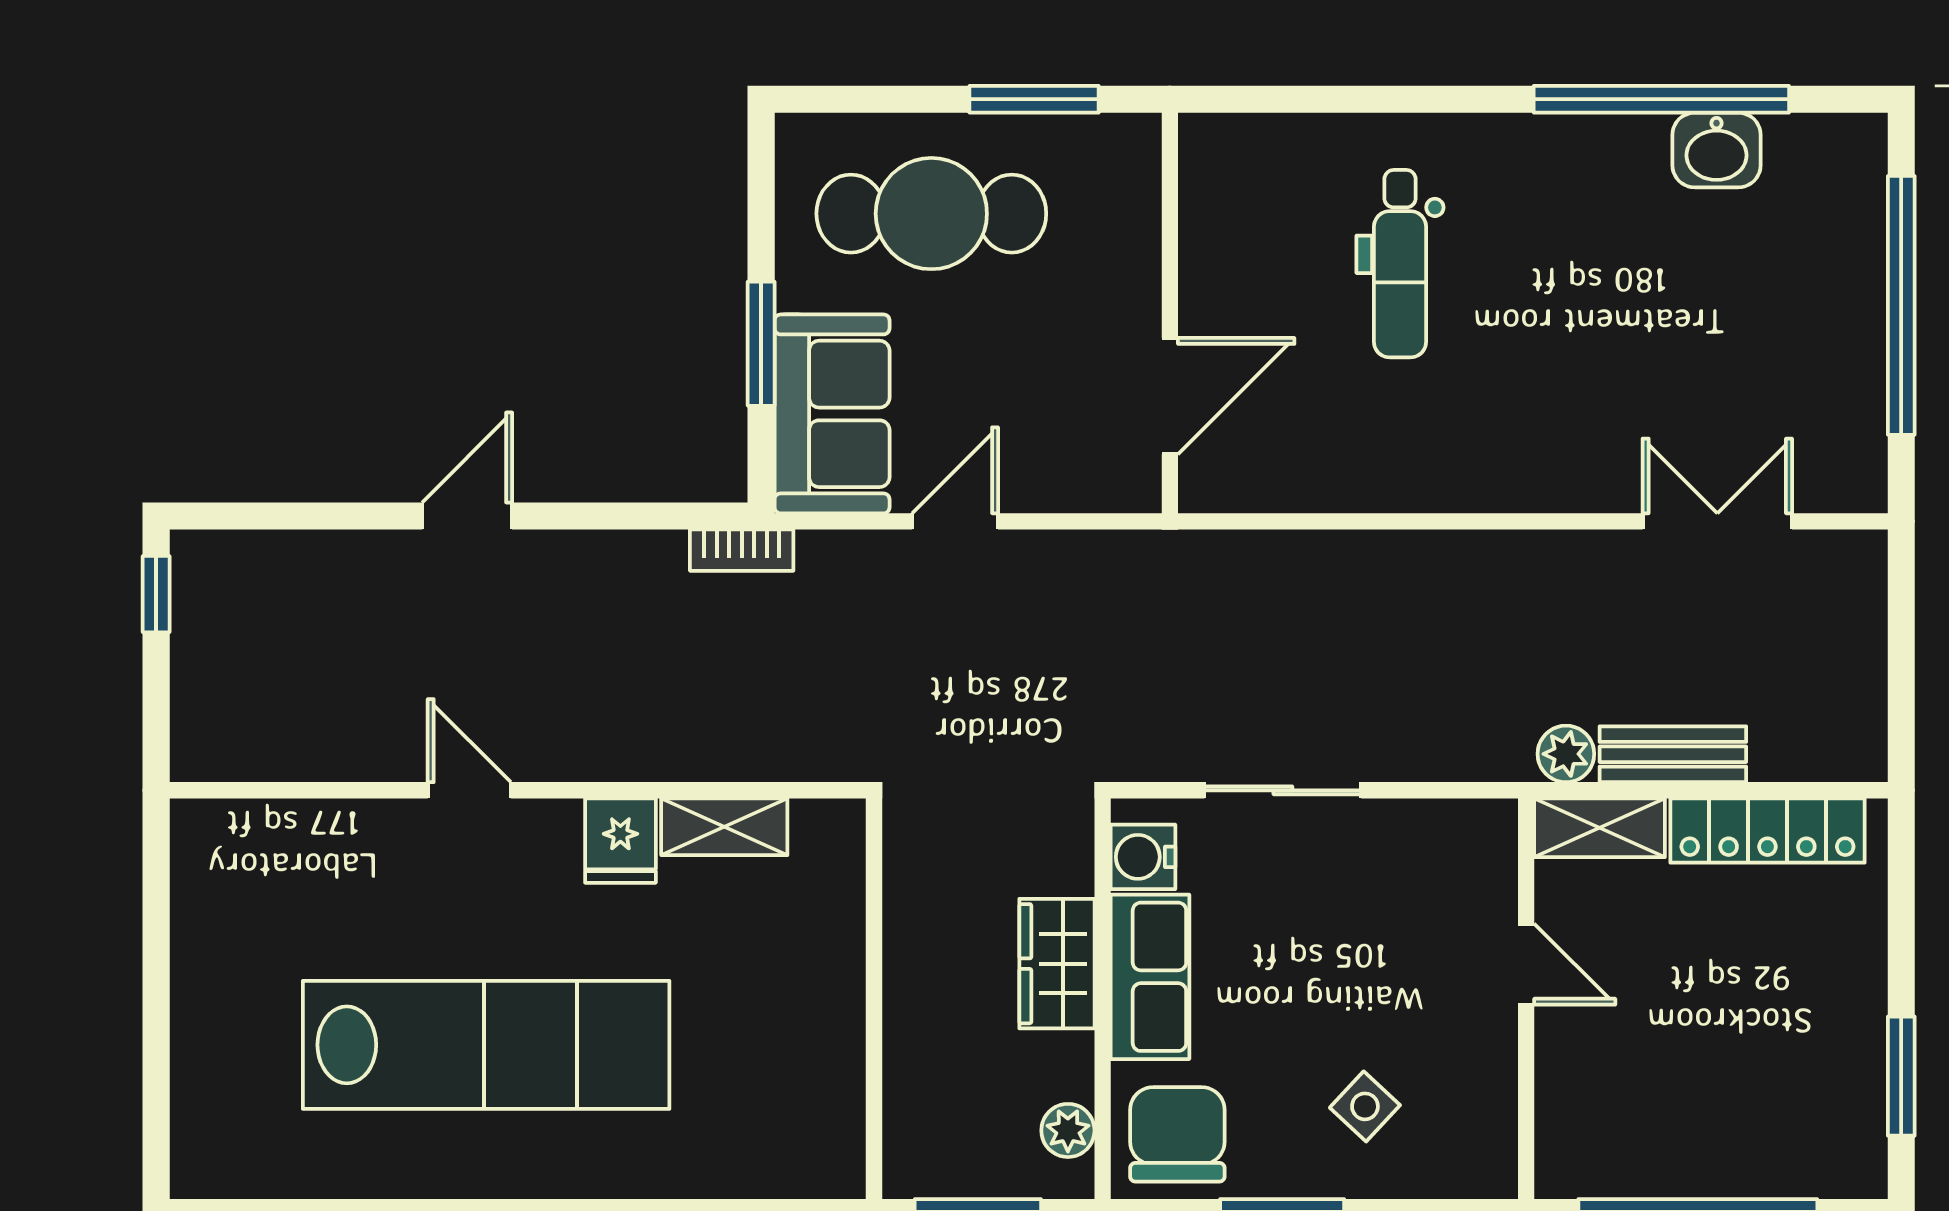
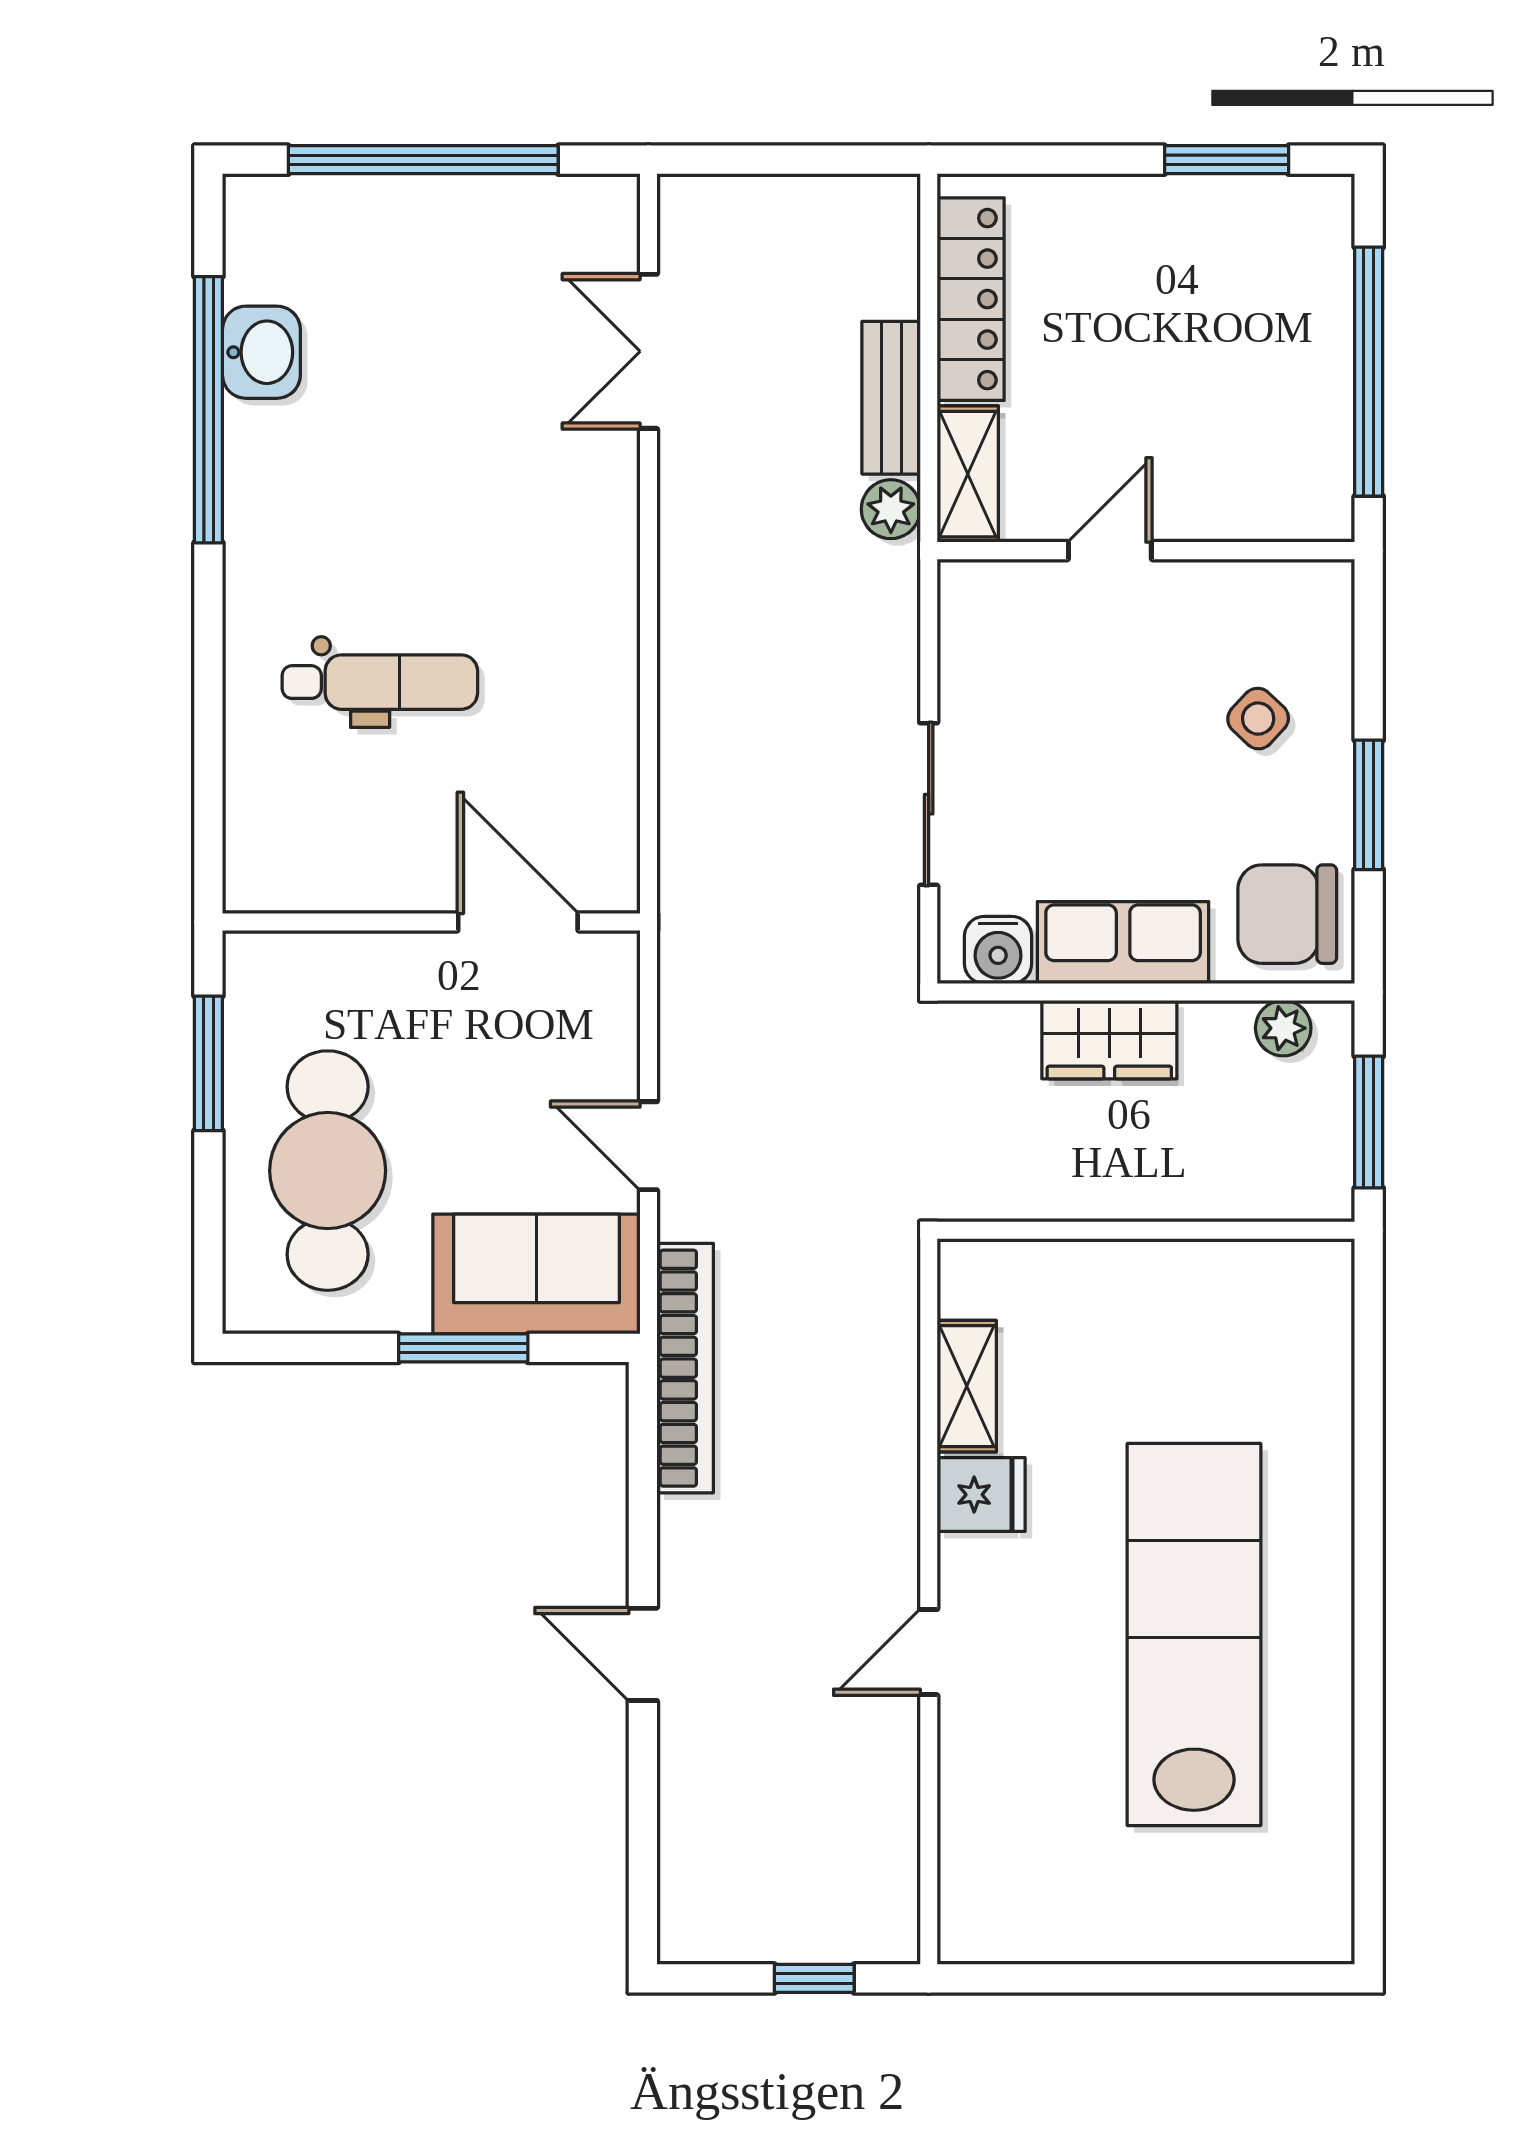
bookcase: (742, 550) -> (685, 1368), width x2.31, depth x1.31
window: (156, 594) -> (814, 1978), moved

